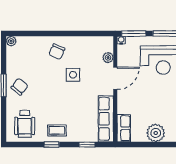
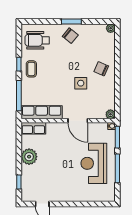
plant: (108, 58) -> (110, 114), moved
window: (87, 145) -> (19, 96), width x2.17

